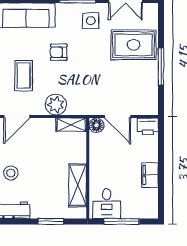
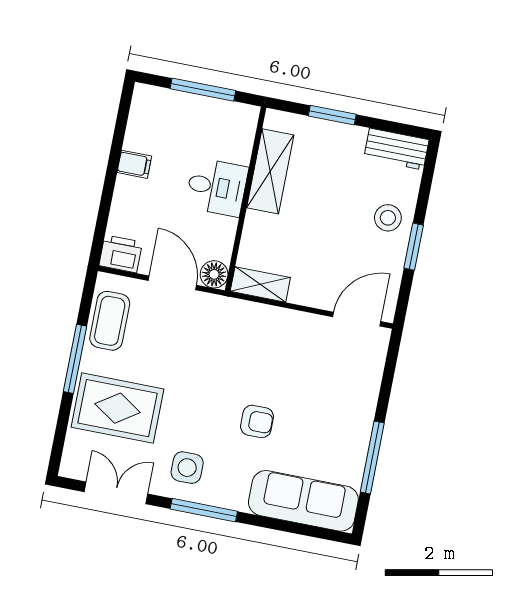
coffee table: (24, 76) -> (110, 321), moved
plant: (56, 105) -> (281, 327), removed
filing cabinet: (150, 175) -> (134, 164), width x0.50
desk: (107, 204) -> (217, 187), moved, turned 90

